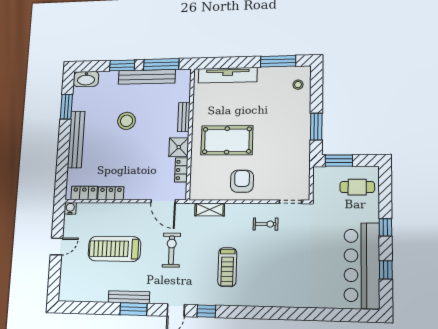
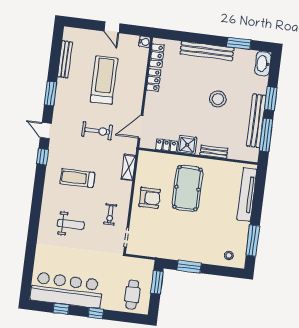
weight bench: (282, 269) -> (71, 224), added
bench: (129, 297) -> (65, 59), moved

